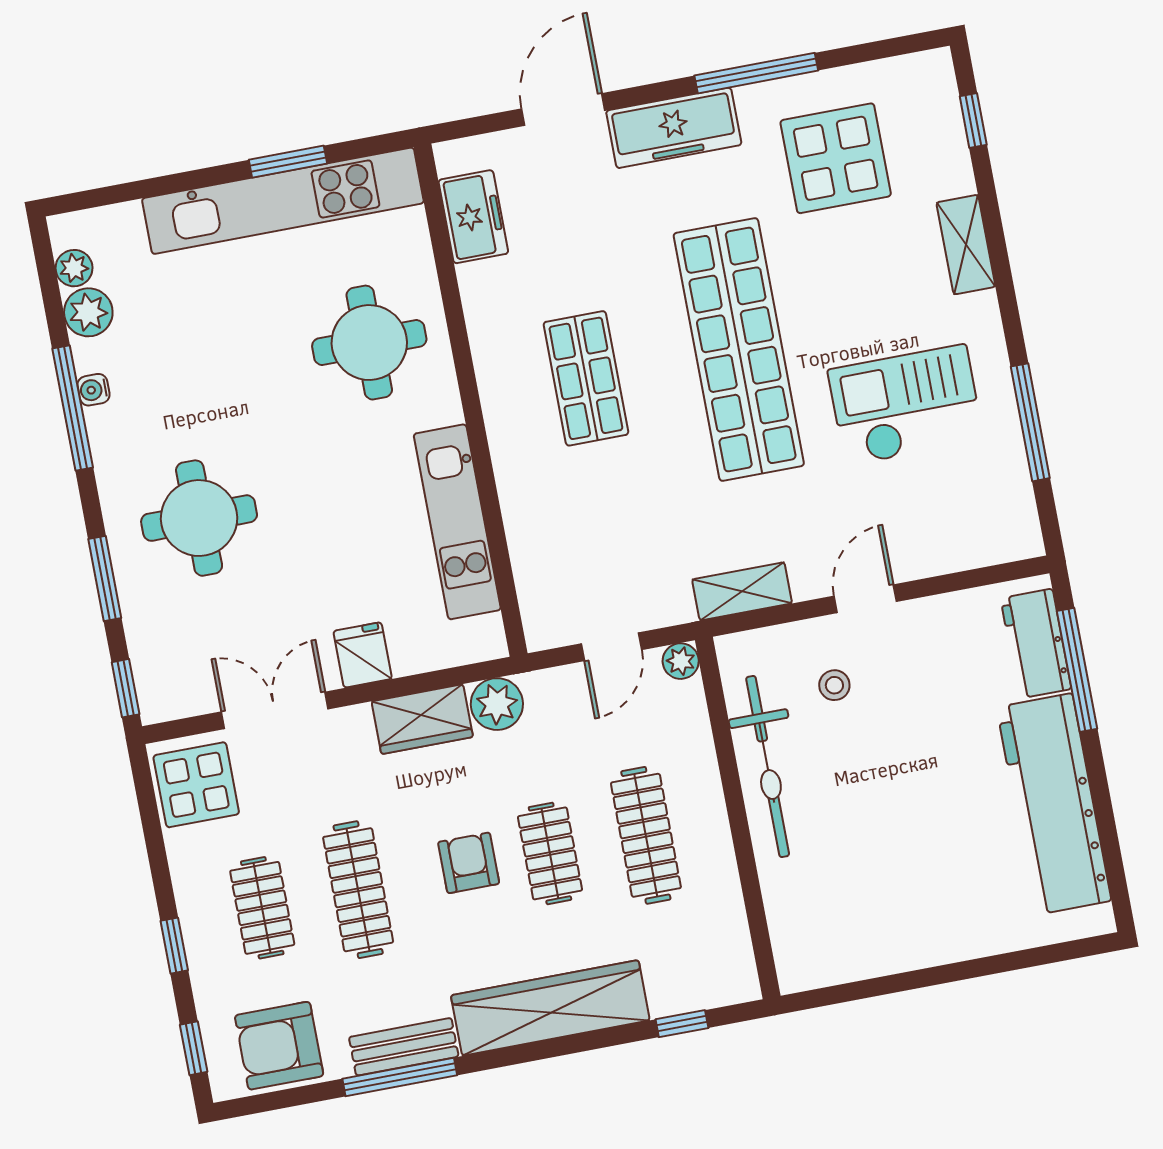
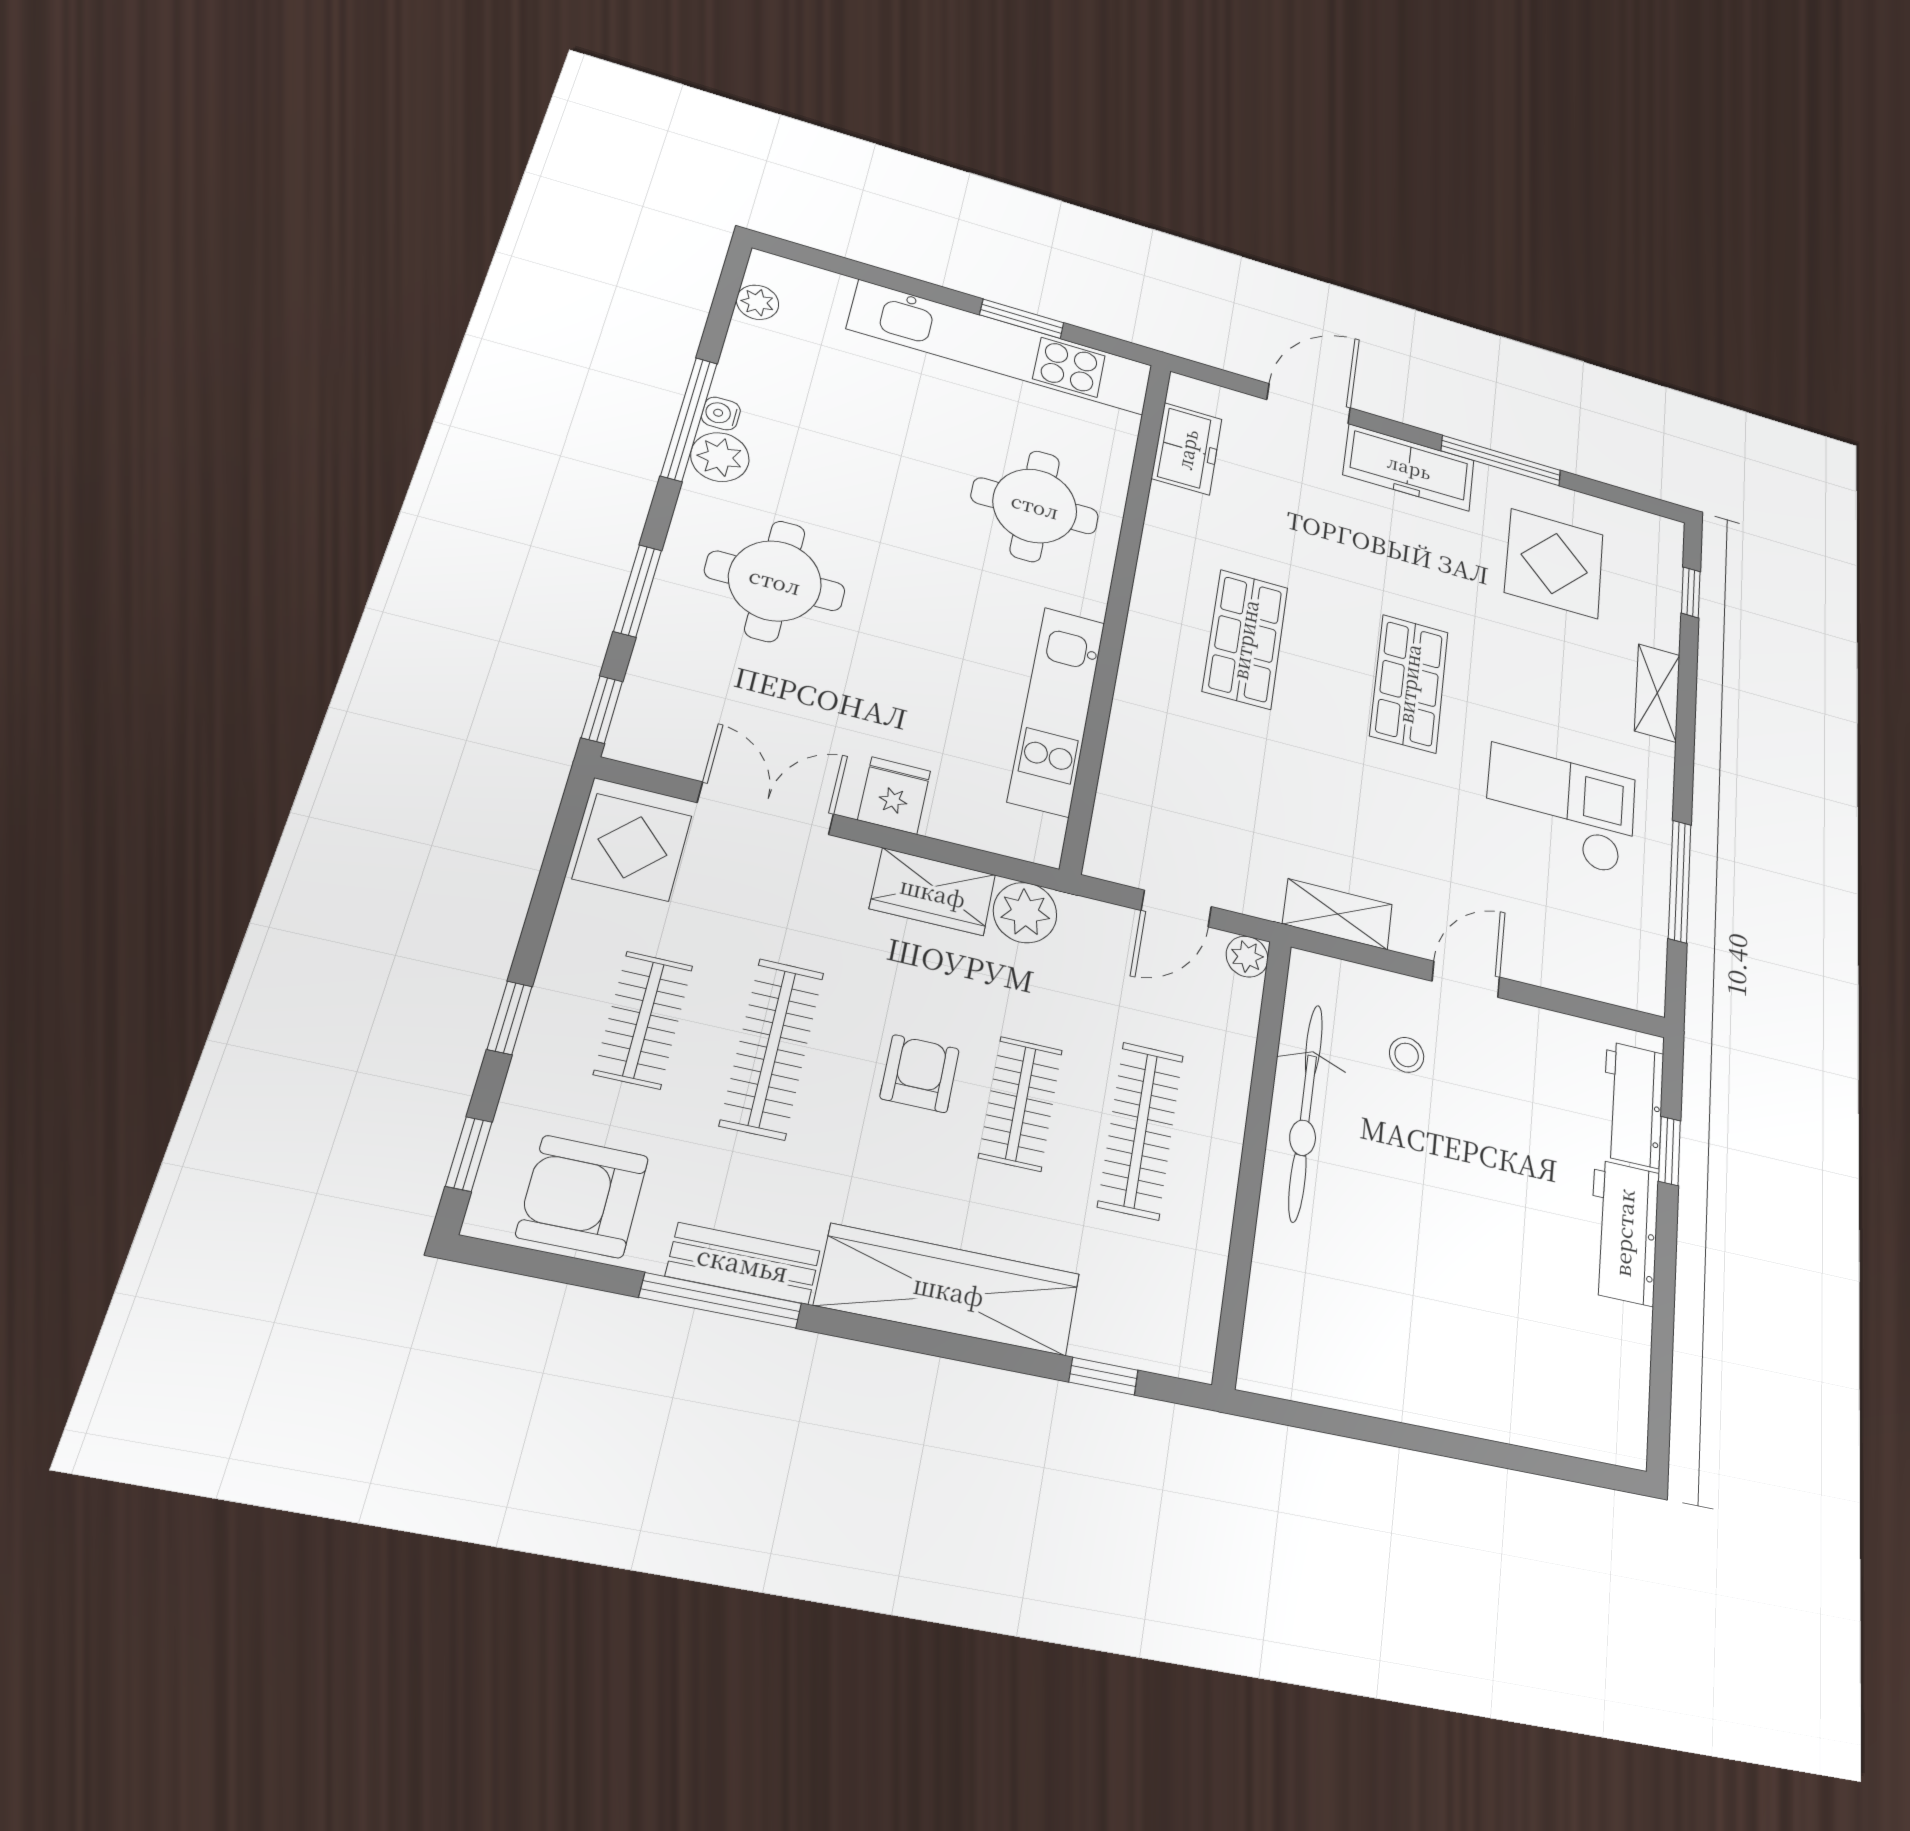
plant: (88, 312) -> (720, 457), moved
shop shelf: (739, 350) -> (1409, 683), width x0.50, depth x0.74
window: (1077, 670) -> (1669, 1151), width x0.46
workbench: (1054, 804) -> (1624, 1232), width x0.53, depth x0.76

